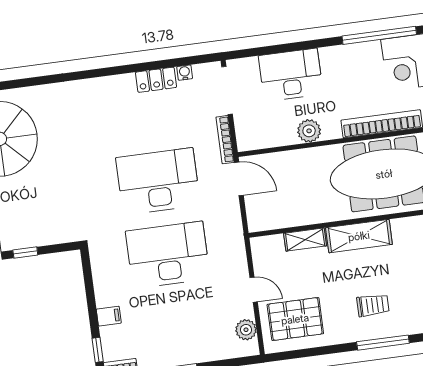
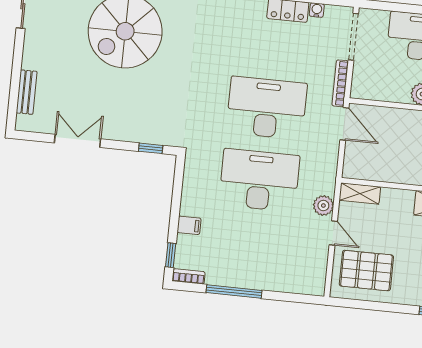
shelving: (305, 240) -> (360, 193), moved
window: (25, 252) -> (151, 148), moved
plant: (246, 330) -> (323, 206), moved

